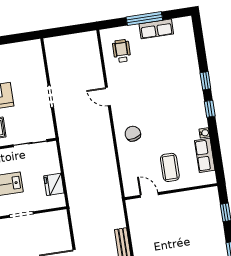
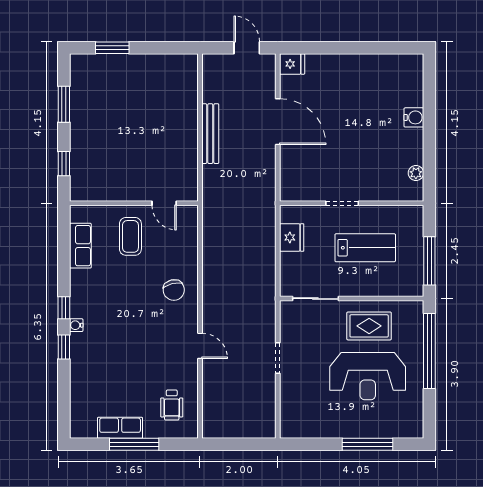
water cooler: (204, 133) -> (76, 325), moved

